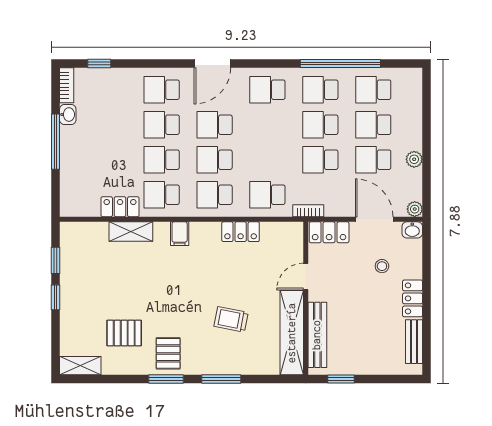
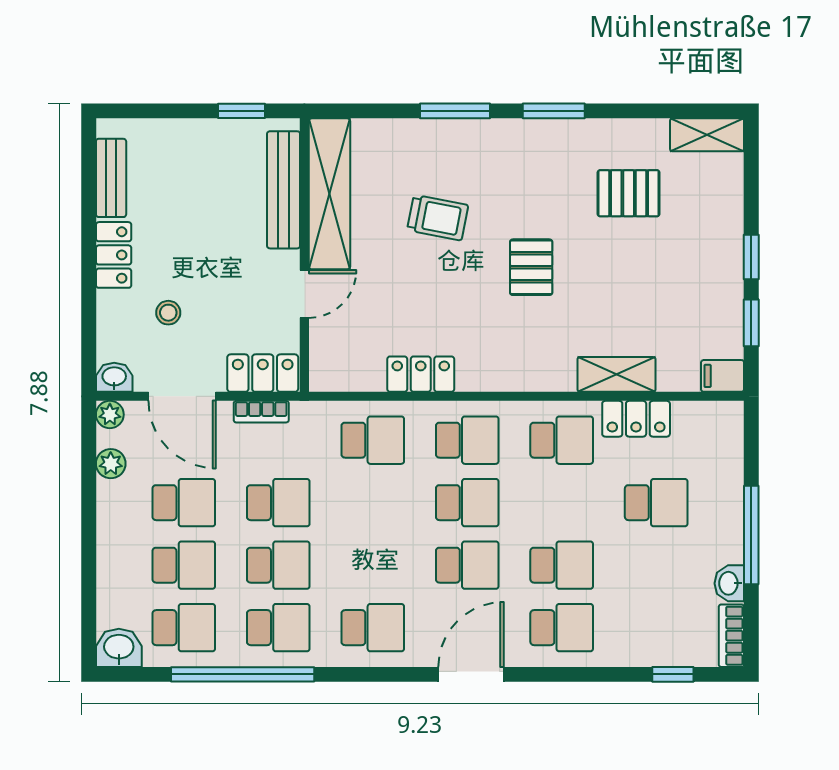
washbasin: (410, 78) -> (119, 648), added
plant: (414, 159) -> (111, 464), moved
school desk: (162, 160) -> (656, 503), moved
bookcase: (308, 211) -> (261, 412), moved
filing cabinet: (180, 234) -> (723, 376), moved, turned -90
pallet: (168, 353) -> (531, 267), moved

